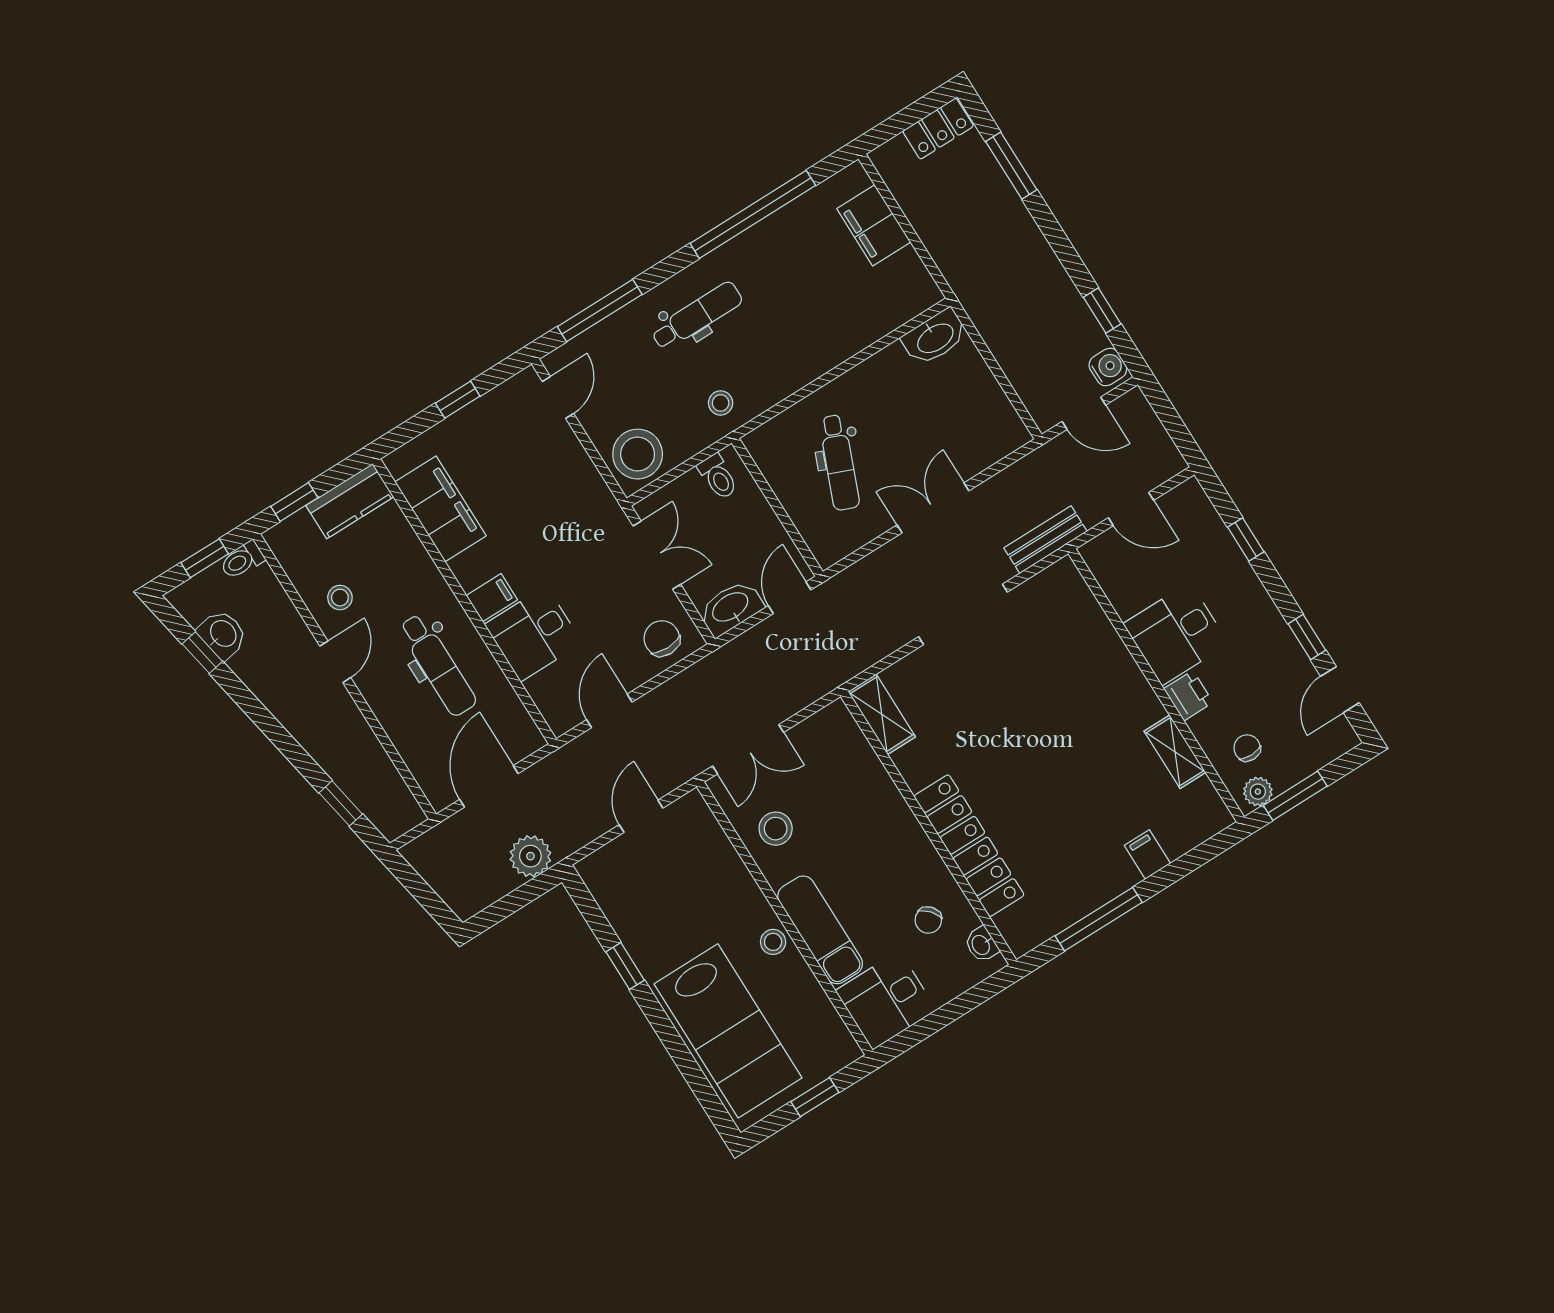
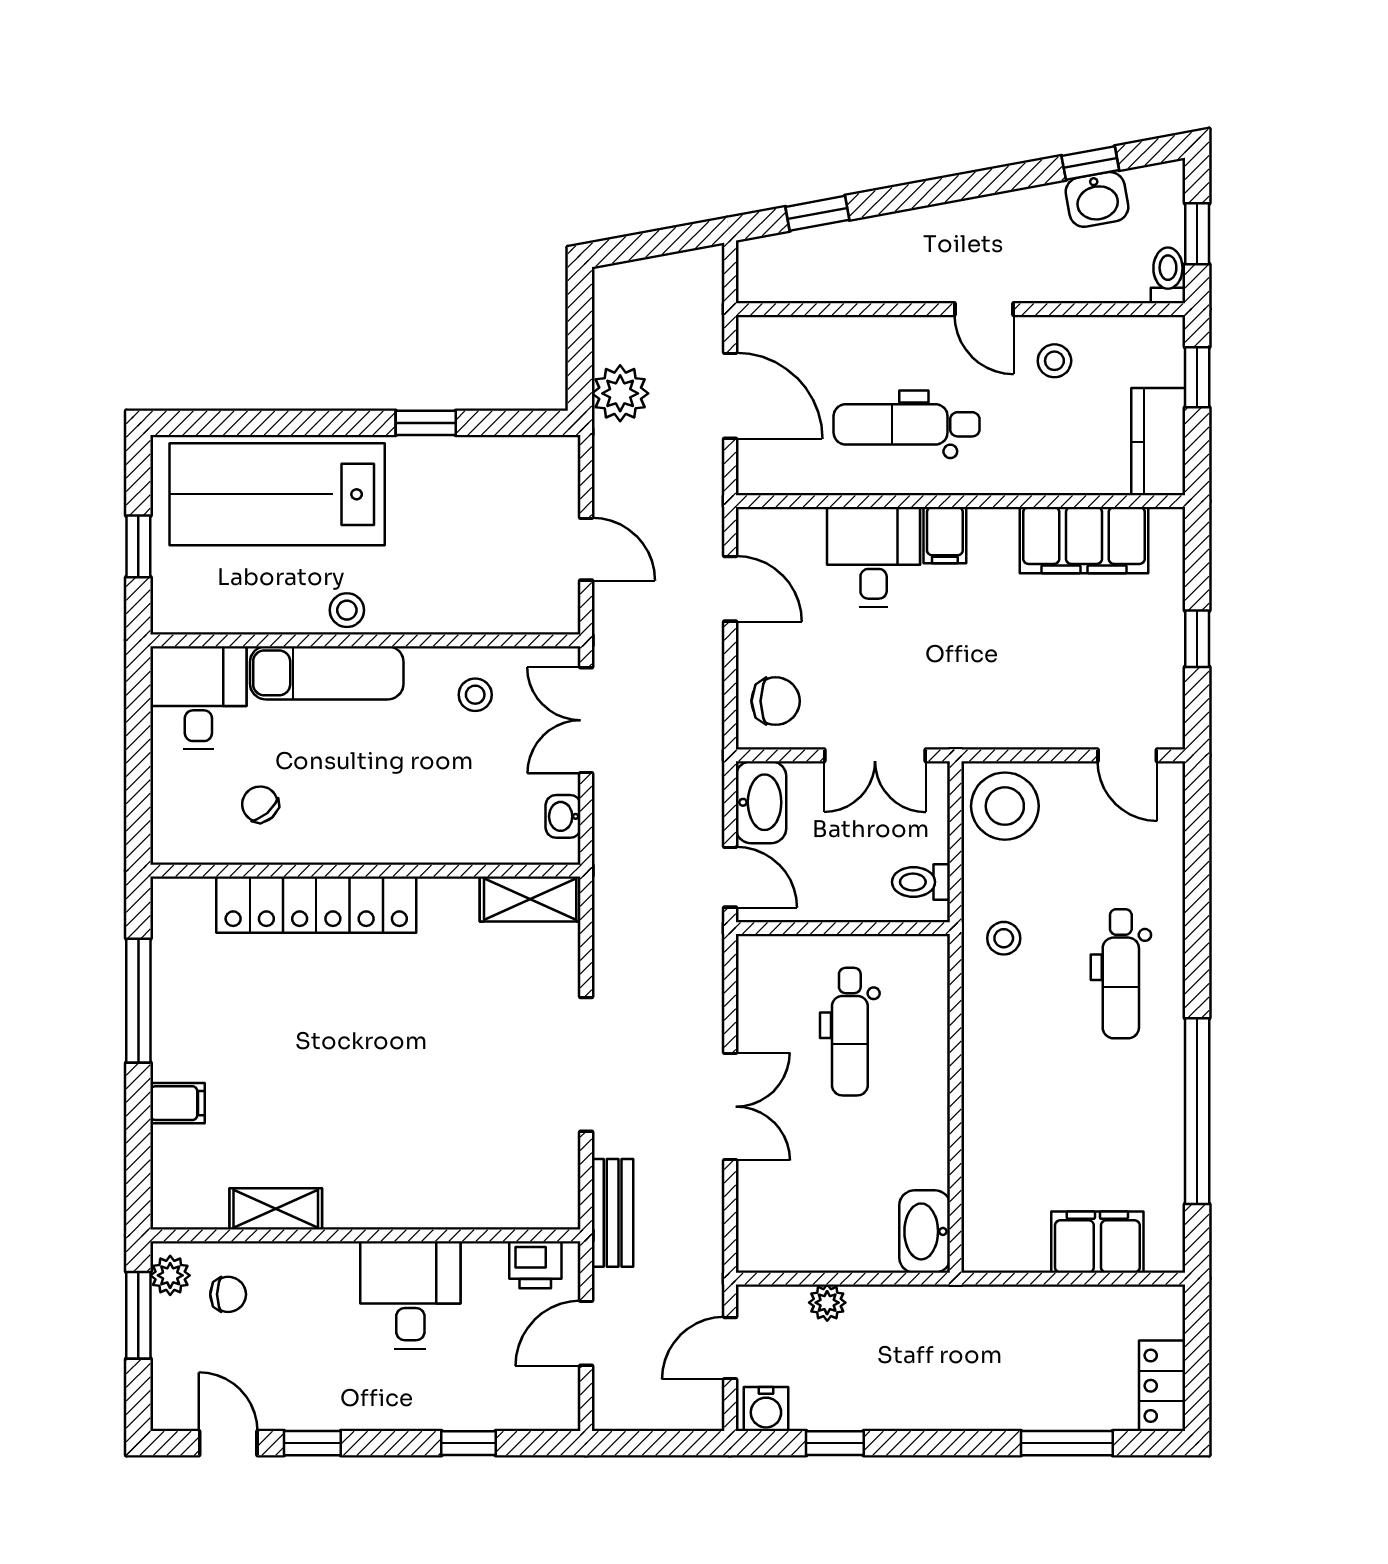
window: (600, 310) -> (1197, 866), removed
plant: (1017, 370) -> (827, 1303), added
dental chair: (839, 462) -> (850, 1032), turned -112
printer: (1188, 696) -> (535, 1265), moved
stool: (776, 829) -> (475, 695), width x0.73, depth x0.73
washbasin: (981, 945) -> (563, 816), moved, turned -90

